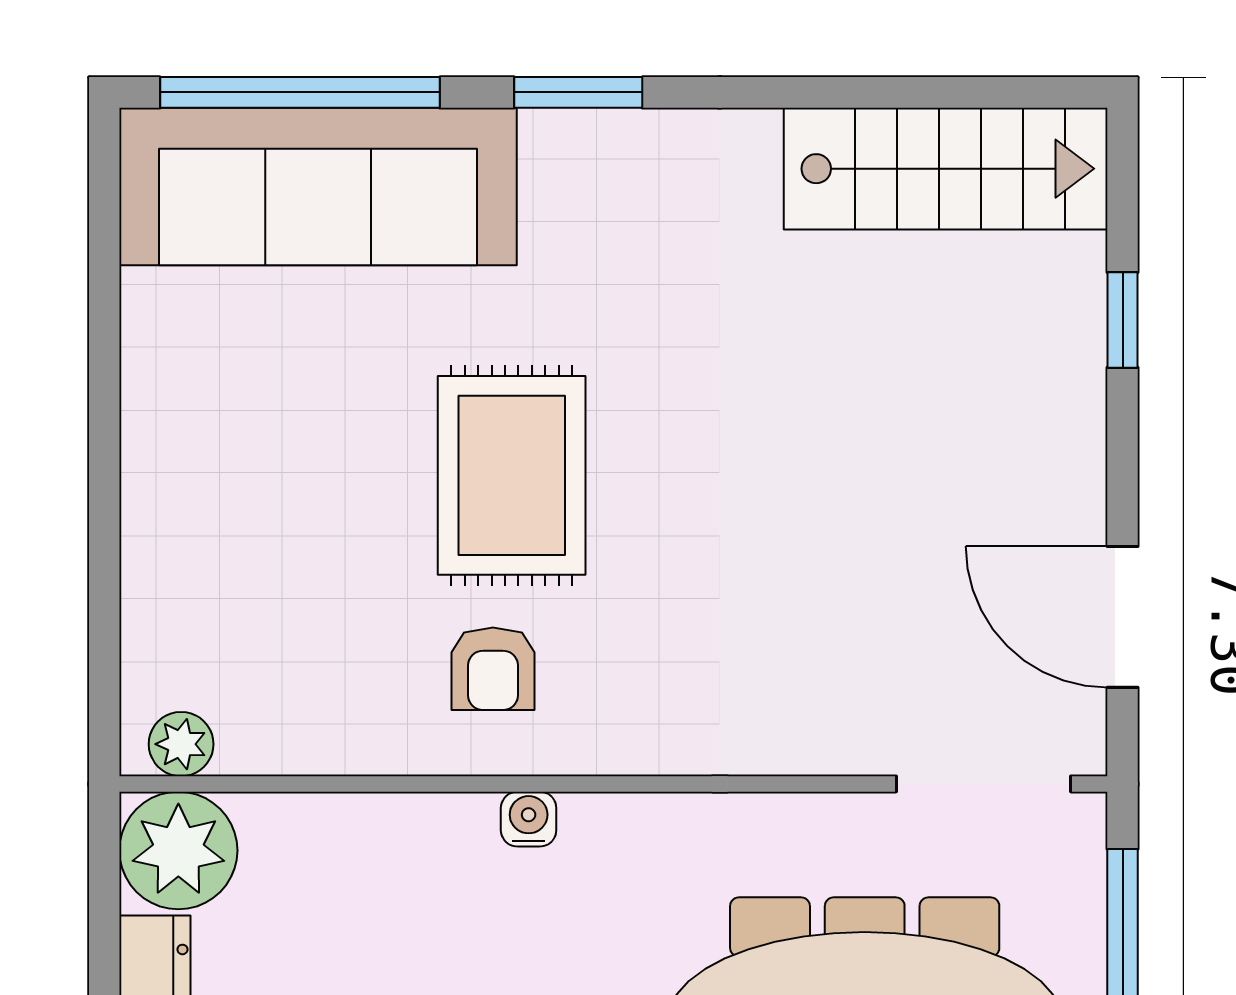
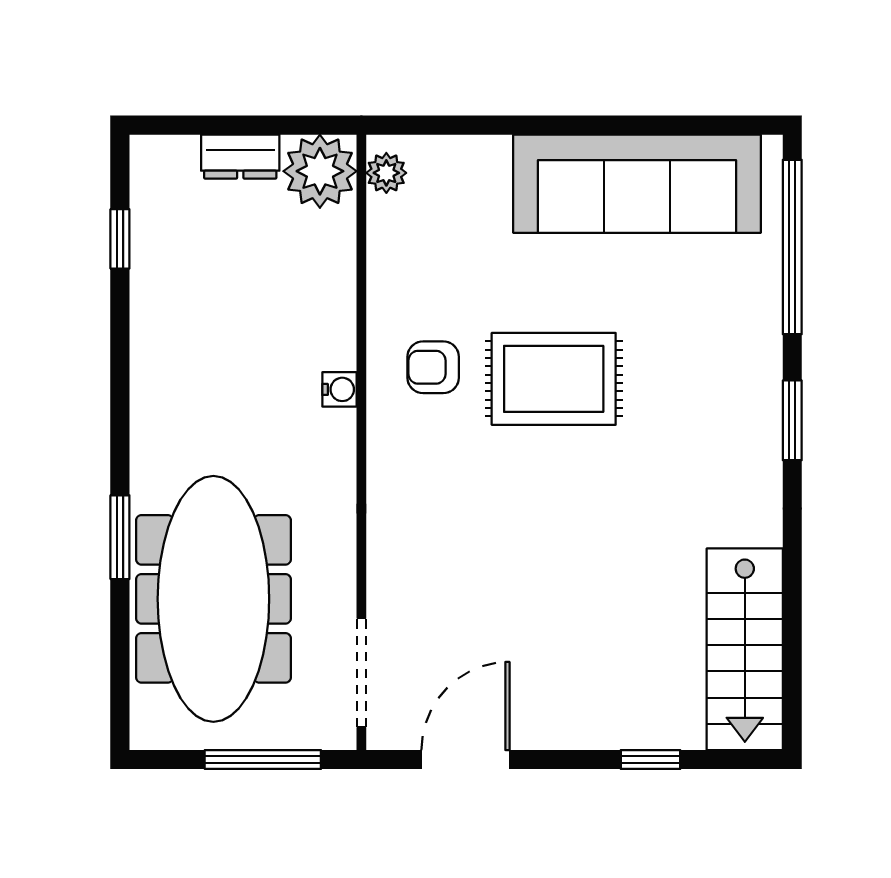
sofa: (318, 187) -> (637, 184), moved, turned -90

